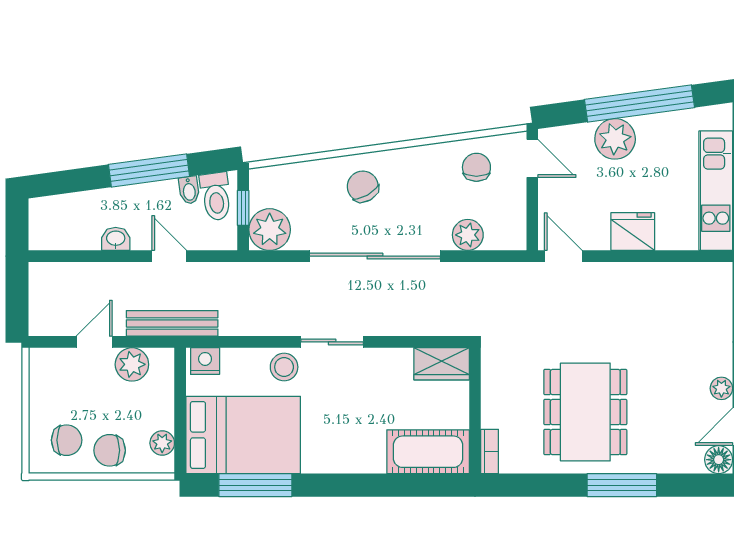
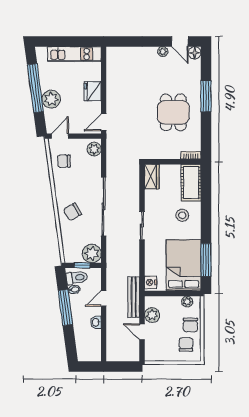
plant: (468, 235) -> (94, 149), moved
stool: (284, 367) -> (182, 215), moved
dining table: (585, 412) -> (173, 112), width x0.73

